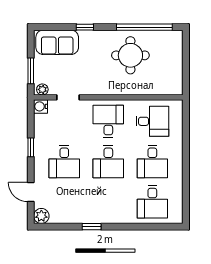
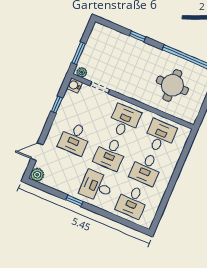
sofa: (57, 42) -> (110, 39), removed
round table: (130, 55) -> (172, 85), moved
desk: (152, 121) -> (160, 136), turned -90
window: (31, 147) -> (57, 105), moved
door: (31, 192) -> (37, 152), hinge flipped
desk: (108, 202) -> (96, 186), added

